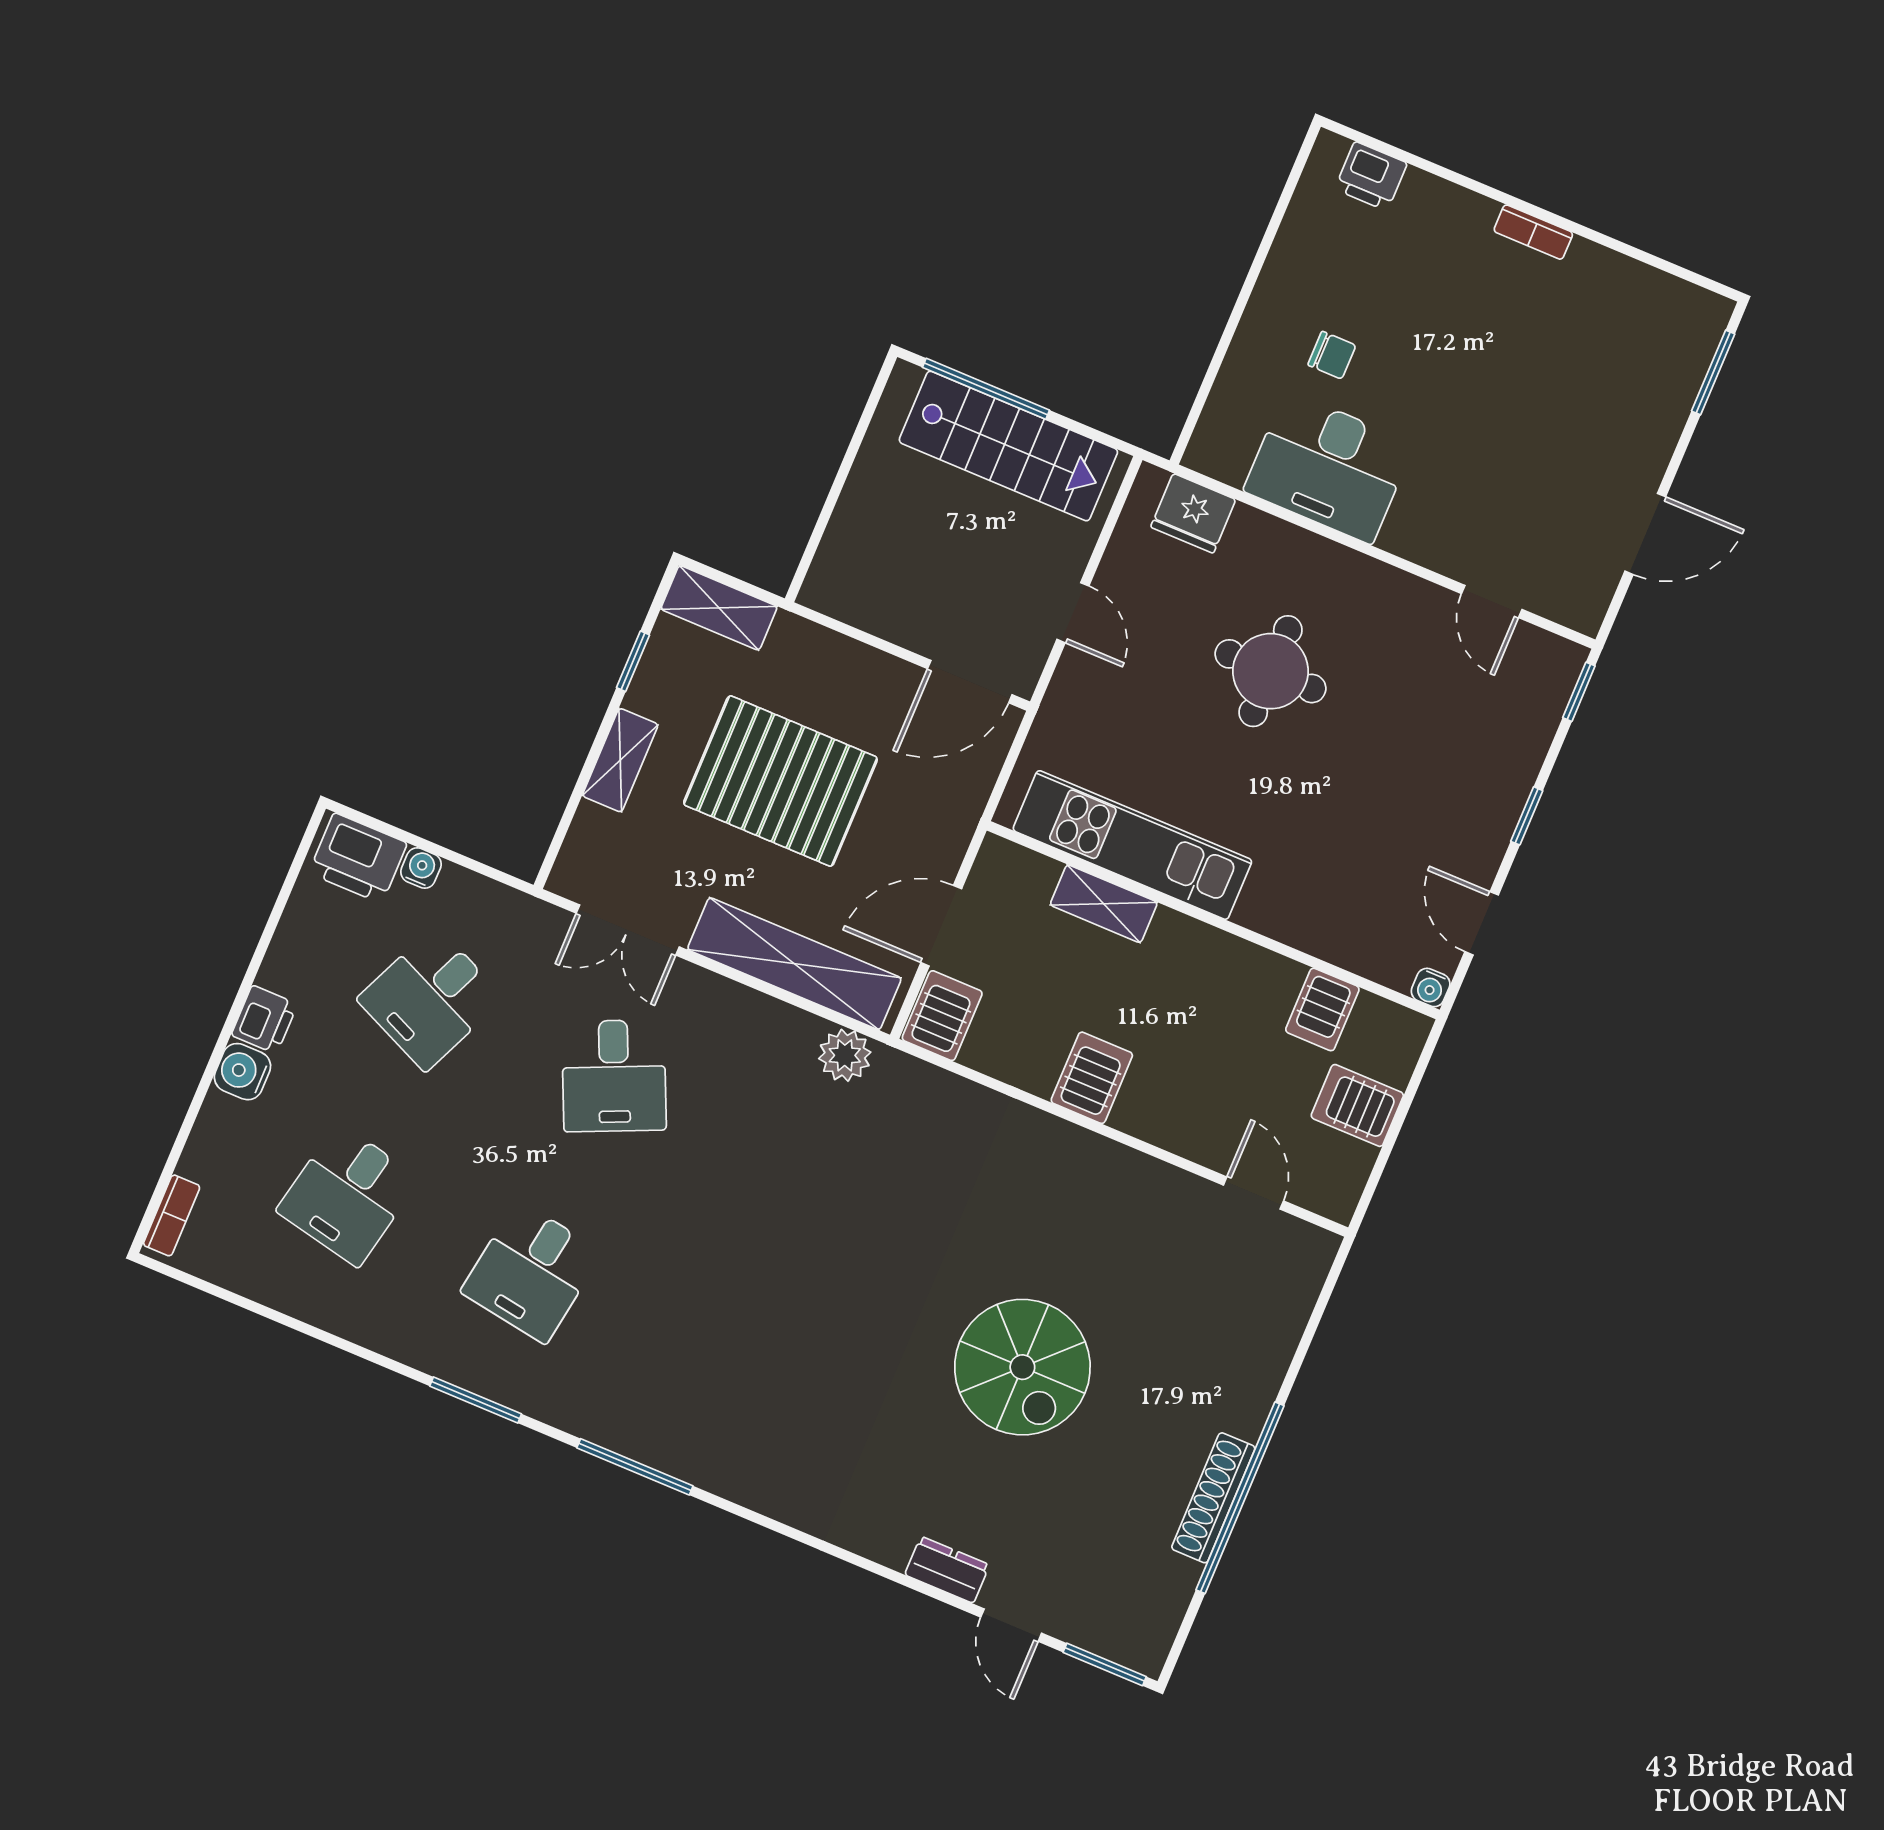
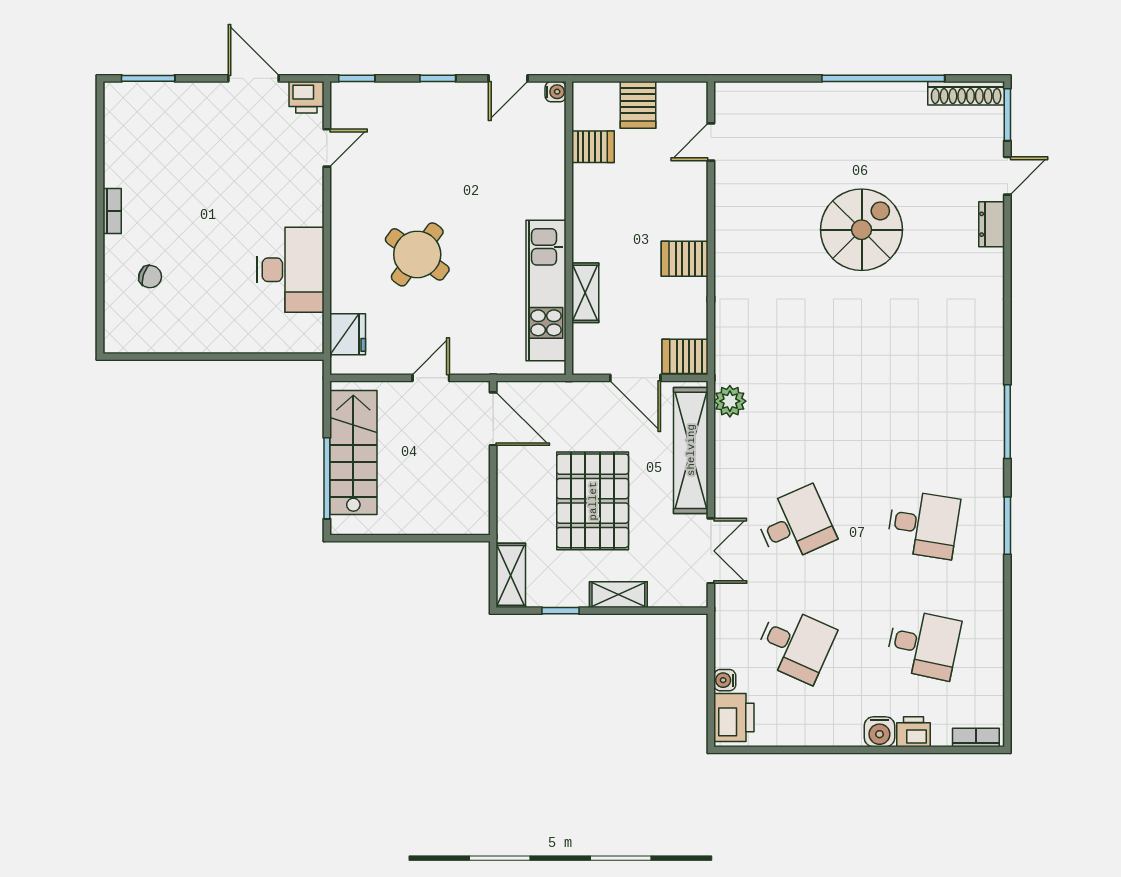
printer: (1371, 176) -> (306, 97), moved, turned 90
chair: (1332, 355) -> (150, 277), moved, turned 109
round table: (1271, 671) -> (417, 254), turned 36
printer: (264, 1020) -> (913, 732), moved
shoe rack: (1213, 1498) -> (966, 93), moved

